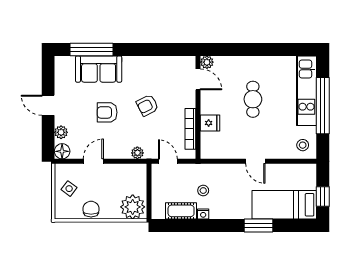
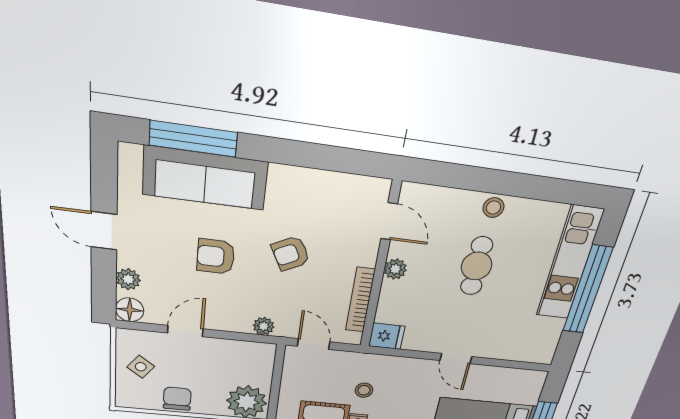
plant: (207, 62) -> (395, 269), moved
sofa: (99, 69) -> (205, 178), width x1.36
fridge: (210, 123) -> (387, 336), moved
stool: (303, 145) -> (493, 208), moved

